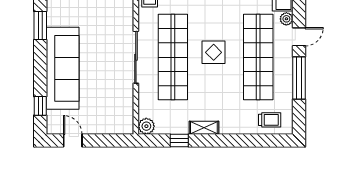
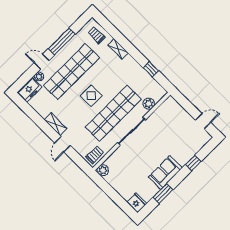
sofa: (63, 68) -> (165, 172), width x0.54, depth x0.79
window: (40, 106) -> (193, 163), moved
plant: (146, 126) -> (149, 104), moved
shelving: (204, 128) -> (118, 49), moved
door: (73, 141) -> (203, 121), swing flipped

